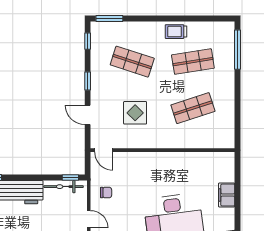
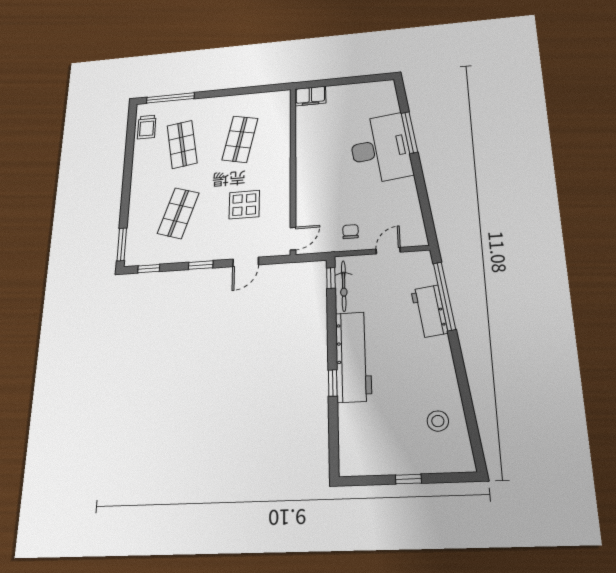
trolley: (176, 32) -> (147, 127), moved
shop shelf: (193, 108) -> (240, 139), turned 30
filing cabinet: (227, 195) -> (310, 96), moved

